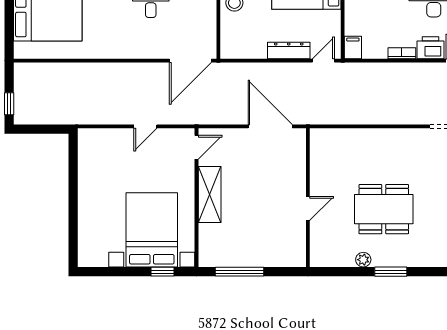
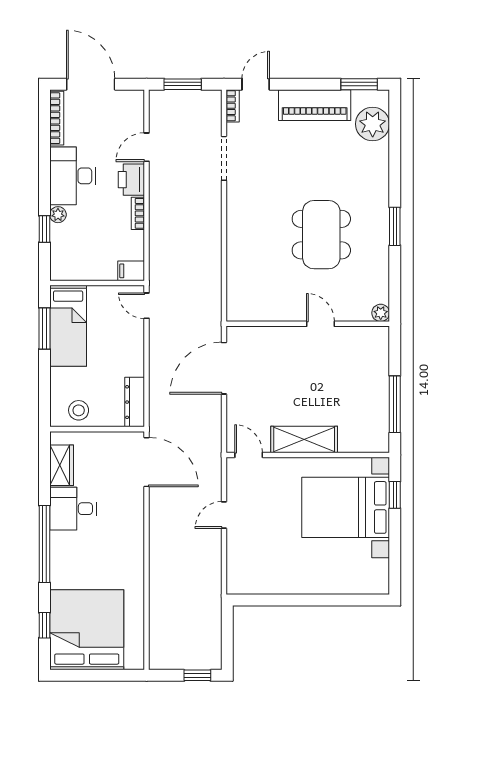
dresser: (289, 50) -> (135, 402), moved
door: (145, 126) -> (224, 515), swing flipped
plant: (363, 260) -> (381, 313), moved

